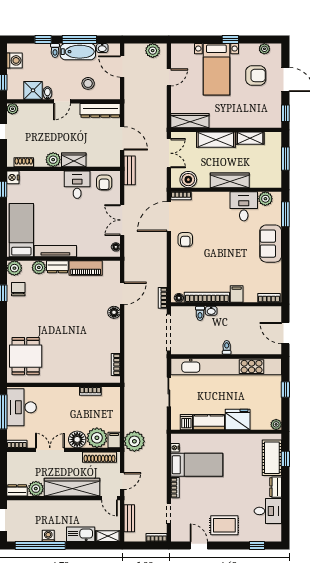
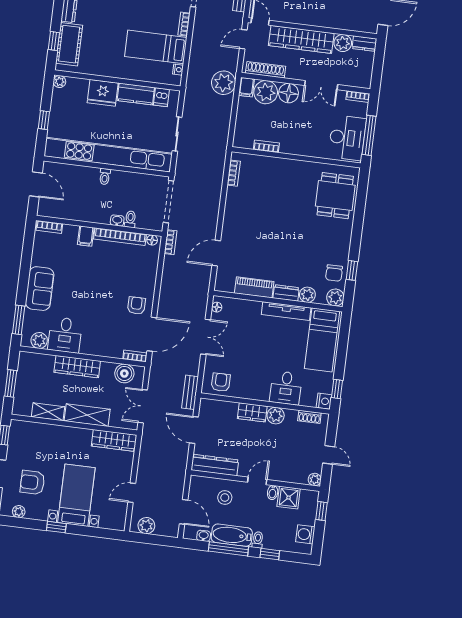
desk: (77, 185) -> (286, 388), moved
floor lamp: (114, 312) -> (228, 233), removed

